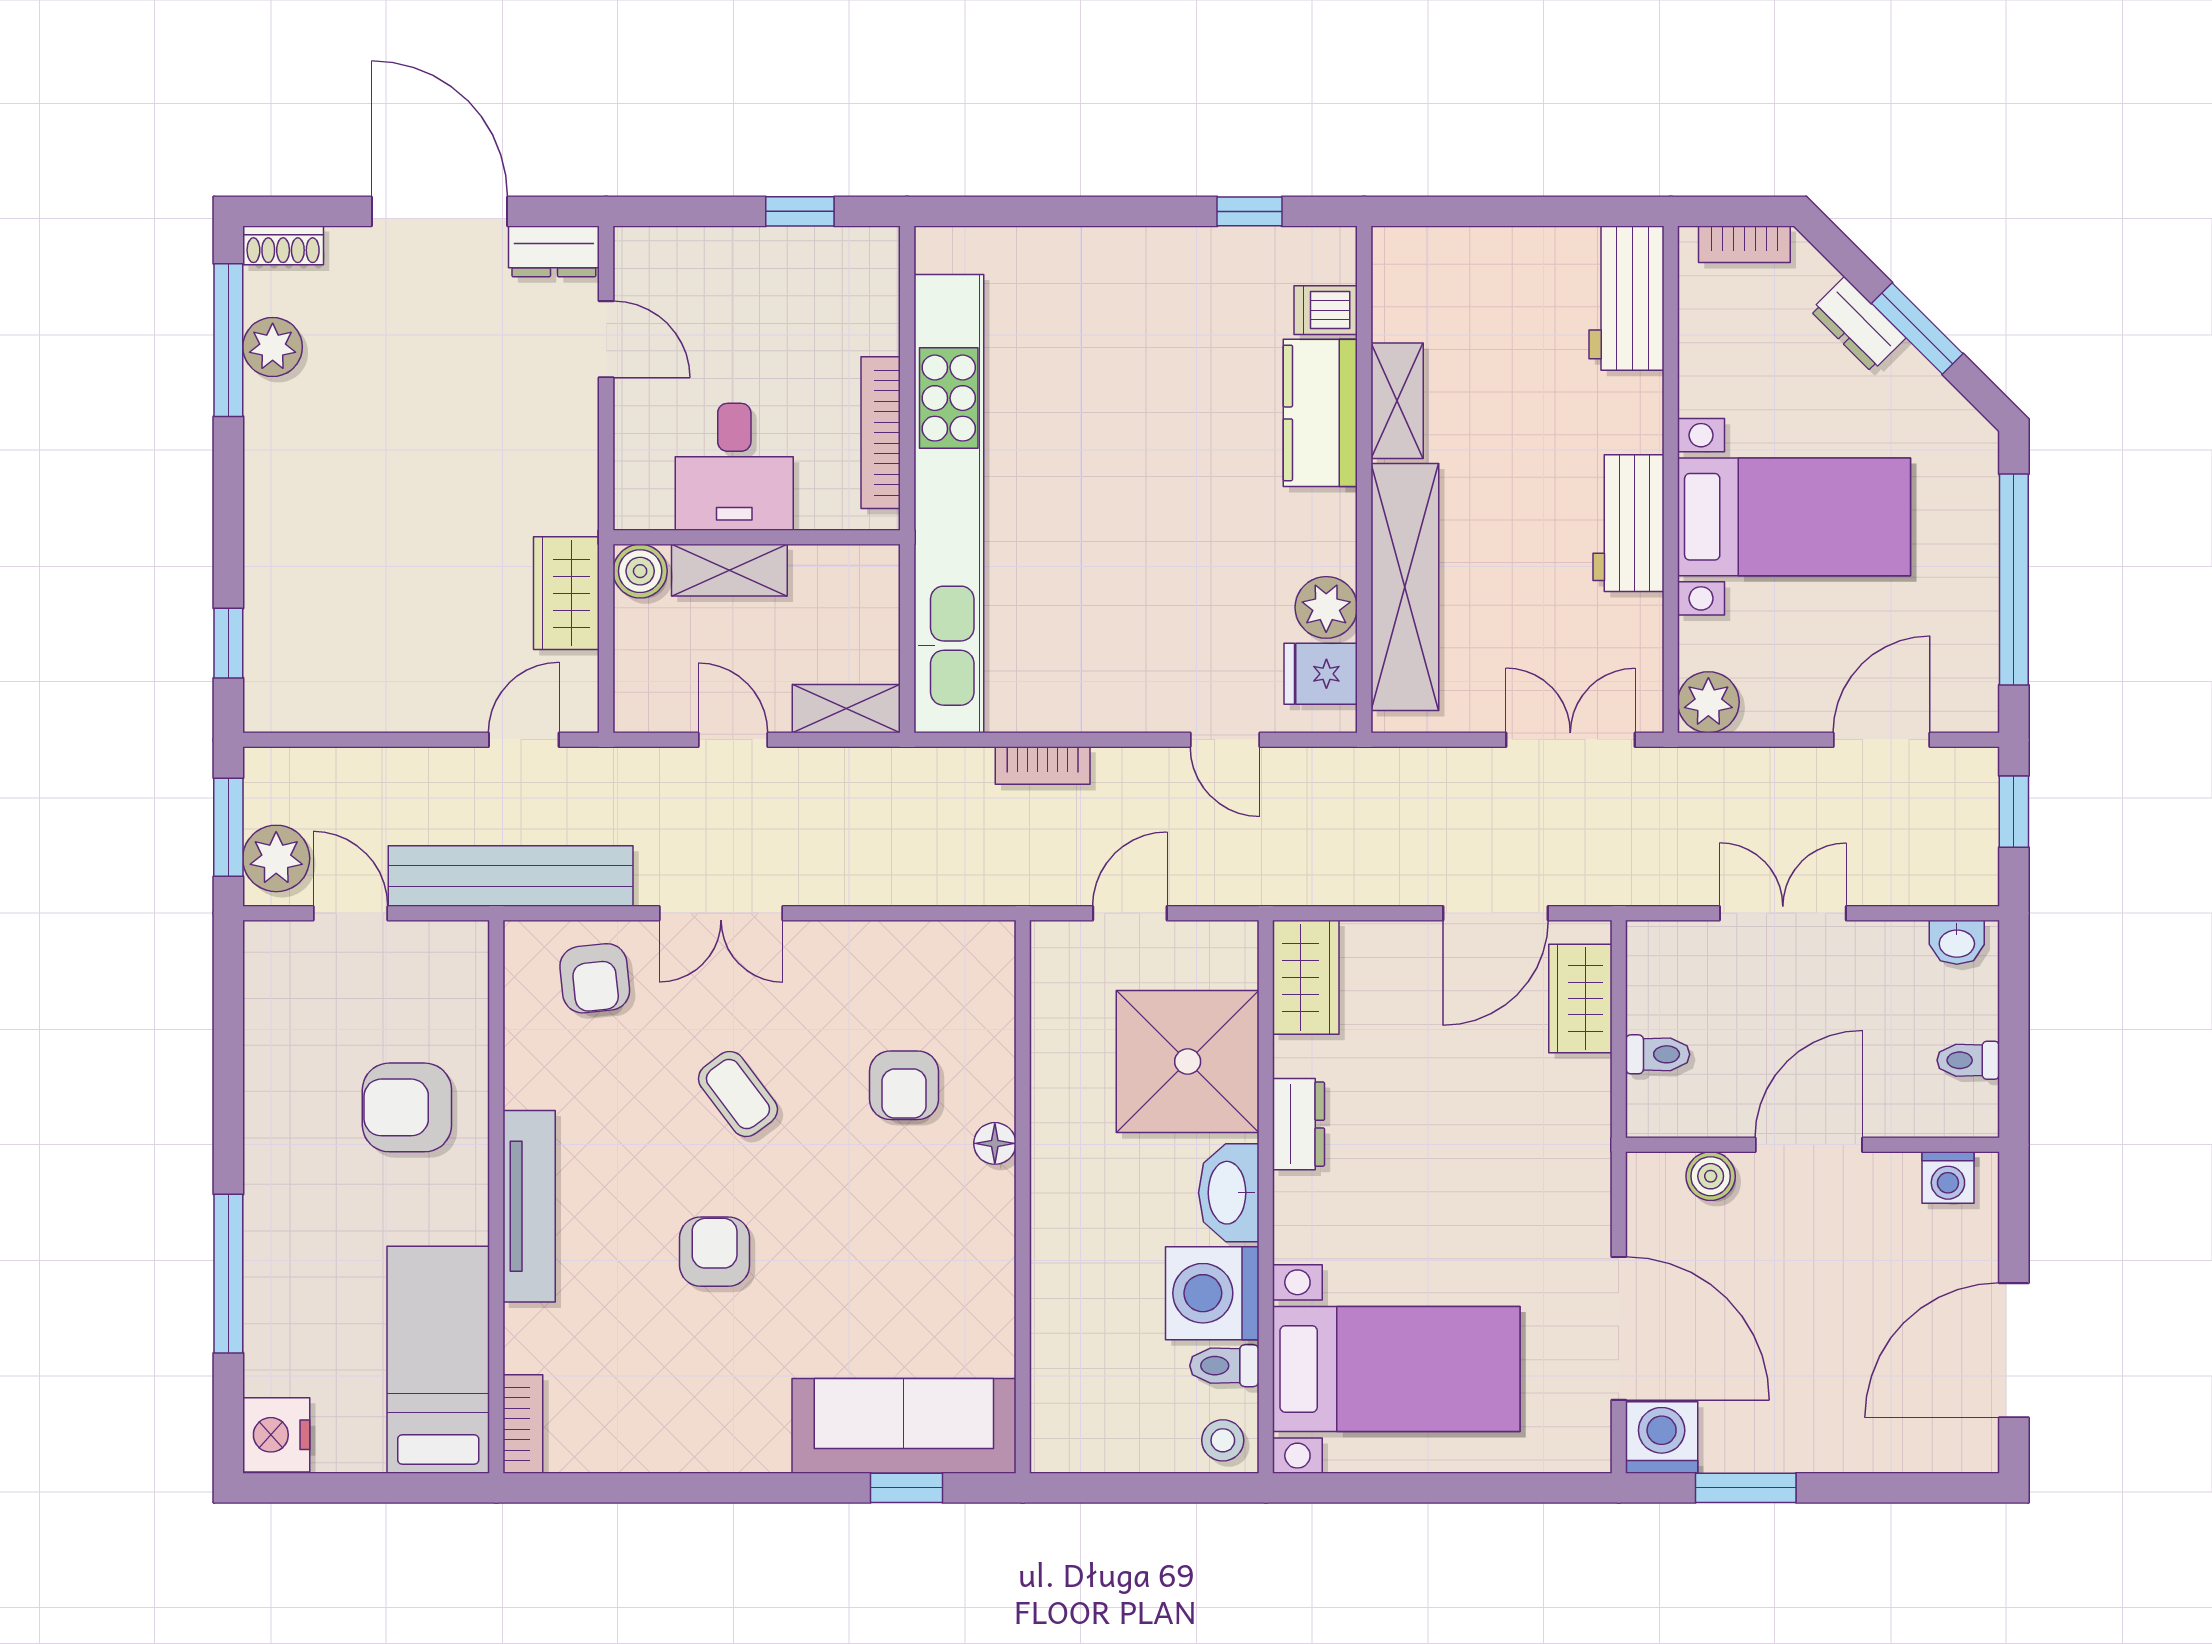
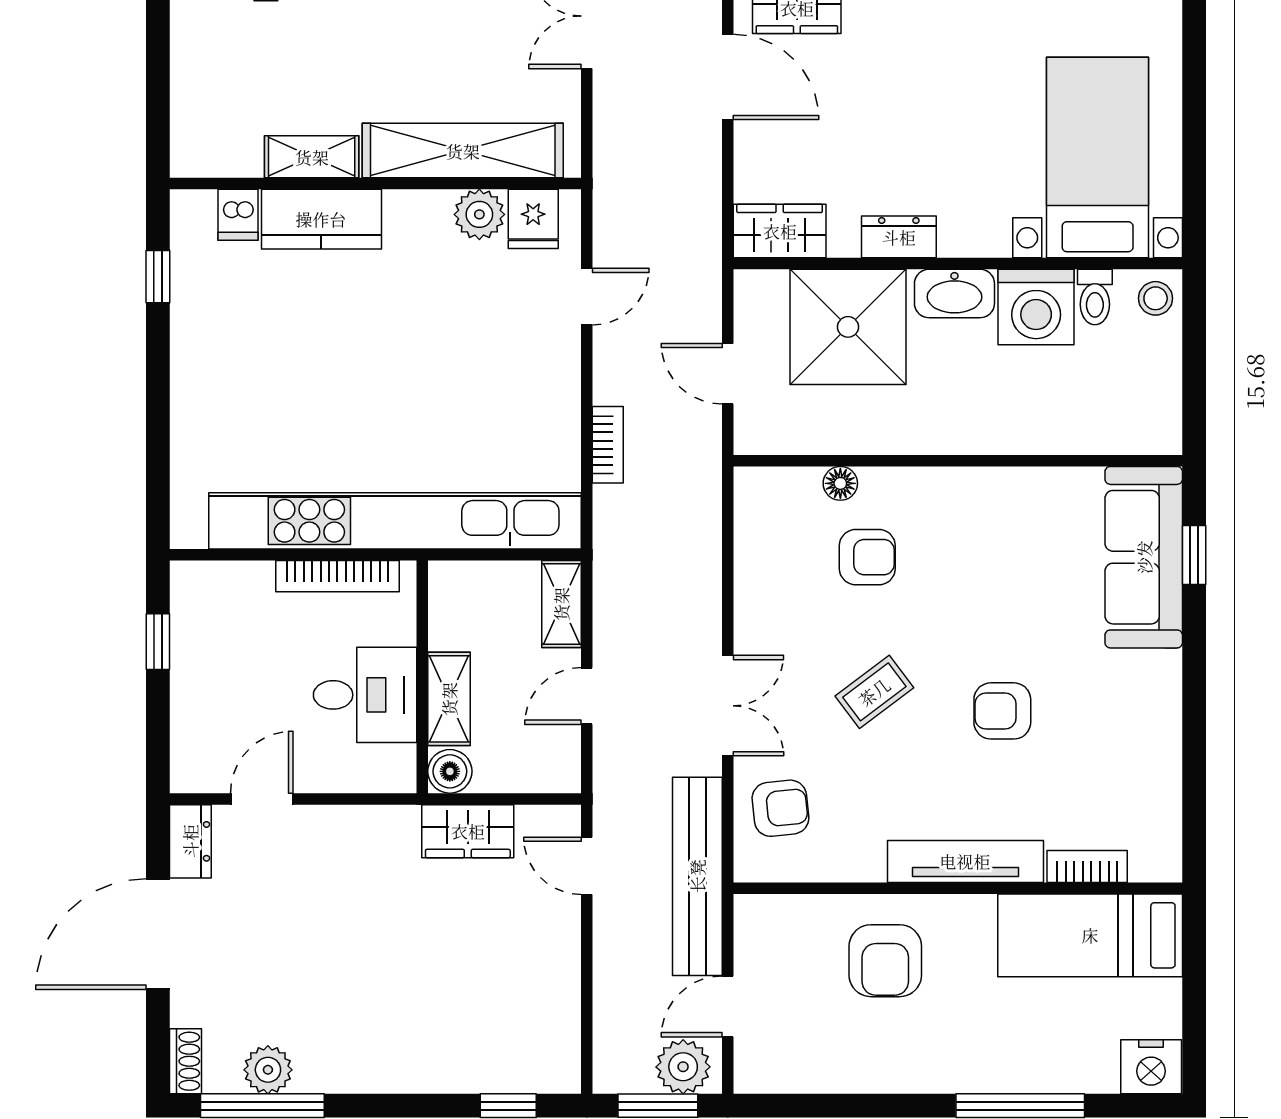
floor lamp: (995, 1143) -> (840, 483), moved
bookcase: (523, 1424) -> (1087, 866), moved

